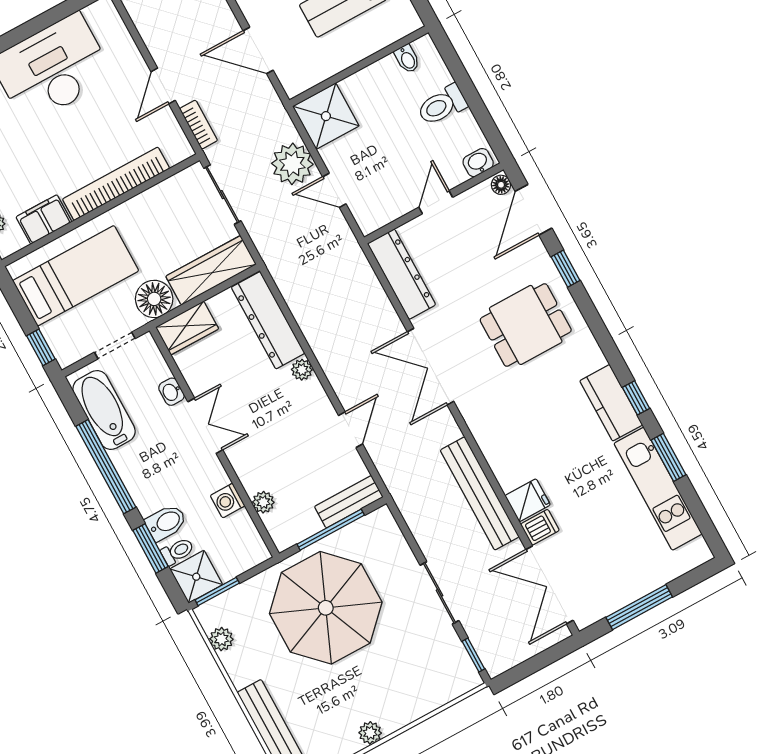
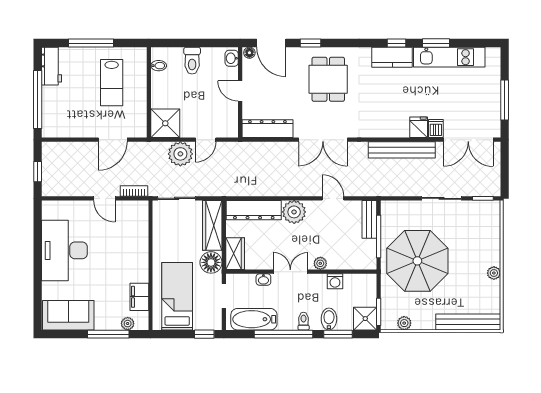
bookcase: (116, 184) -> (141, 250), removed
plant: (302, 370) -> (294, 212), width x1.88, depth x1.88
plant: (263, 502) -> (320, 263), moved
toilet: (177, 551) -> (304, 321), moved

